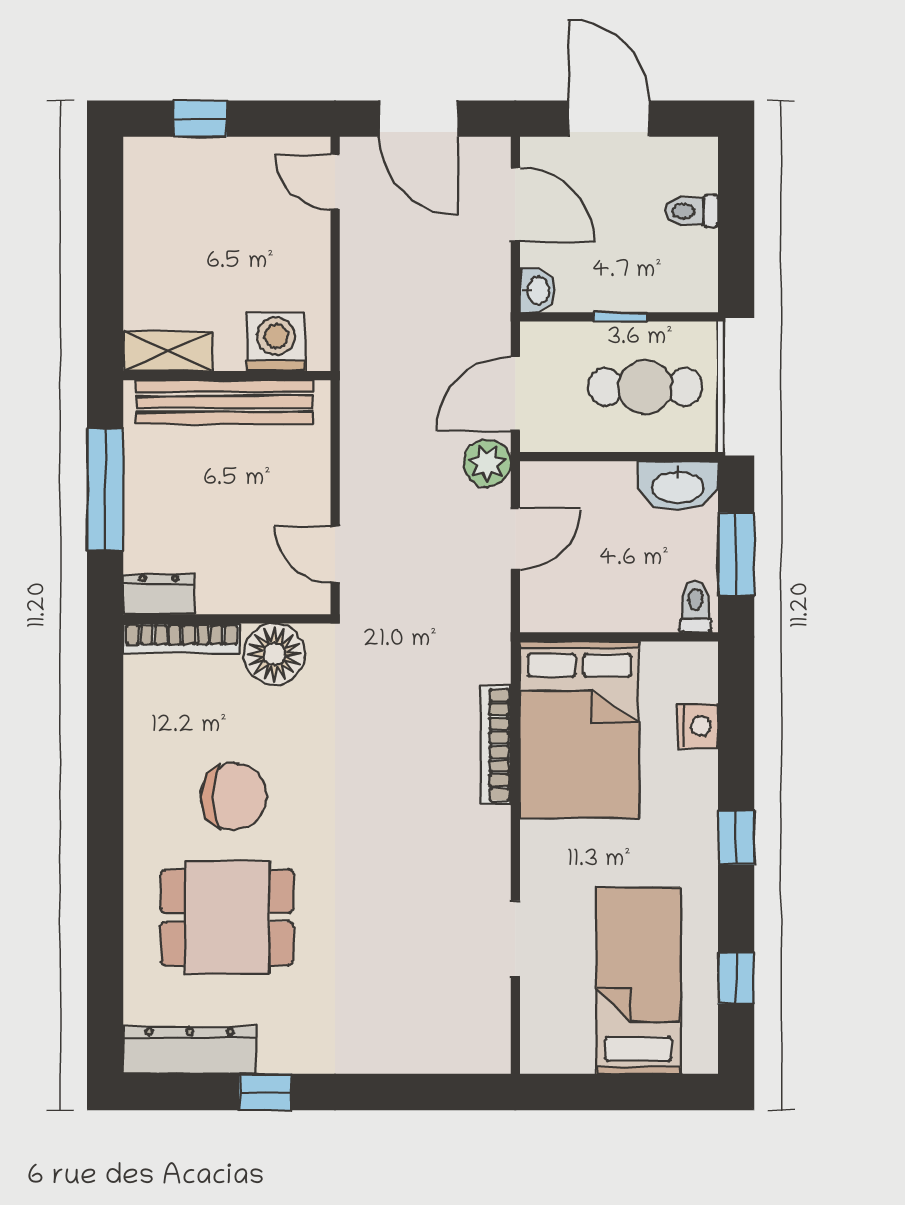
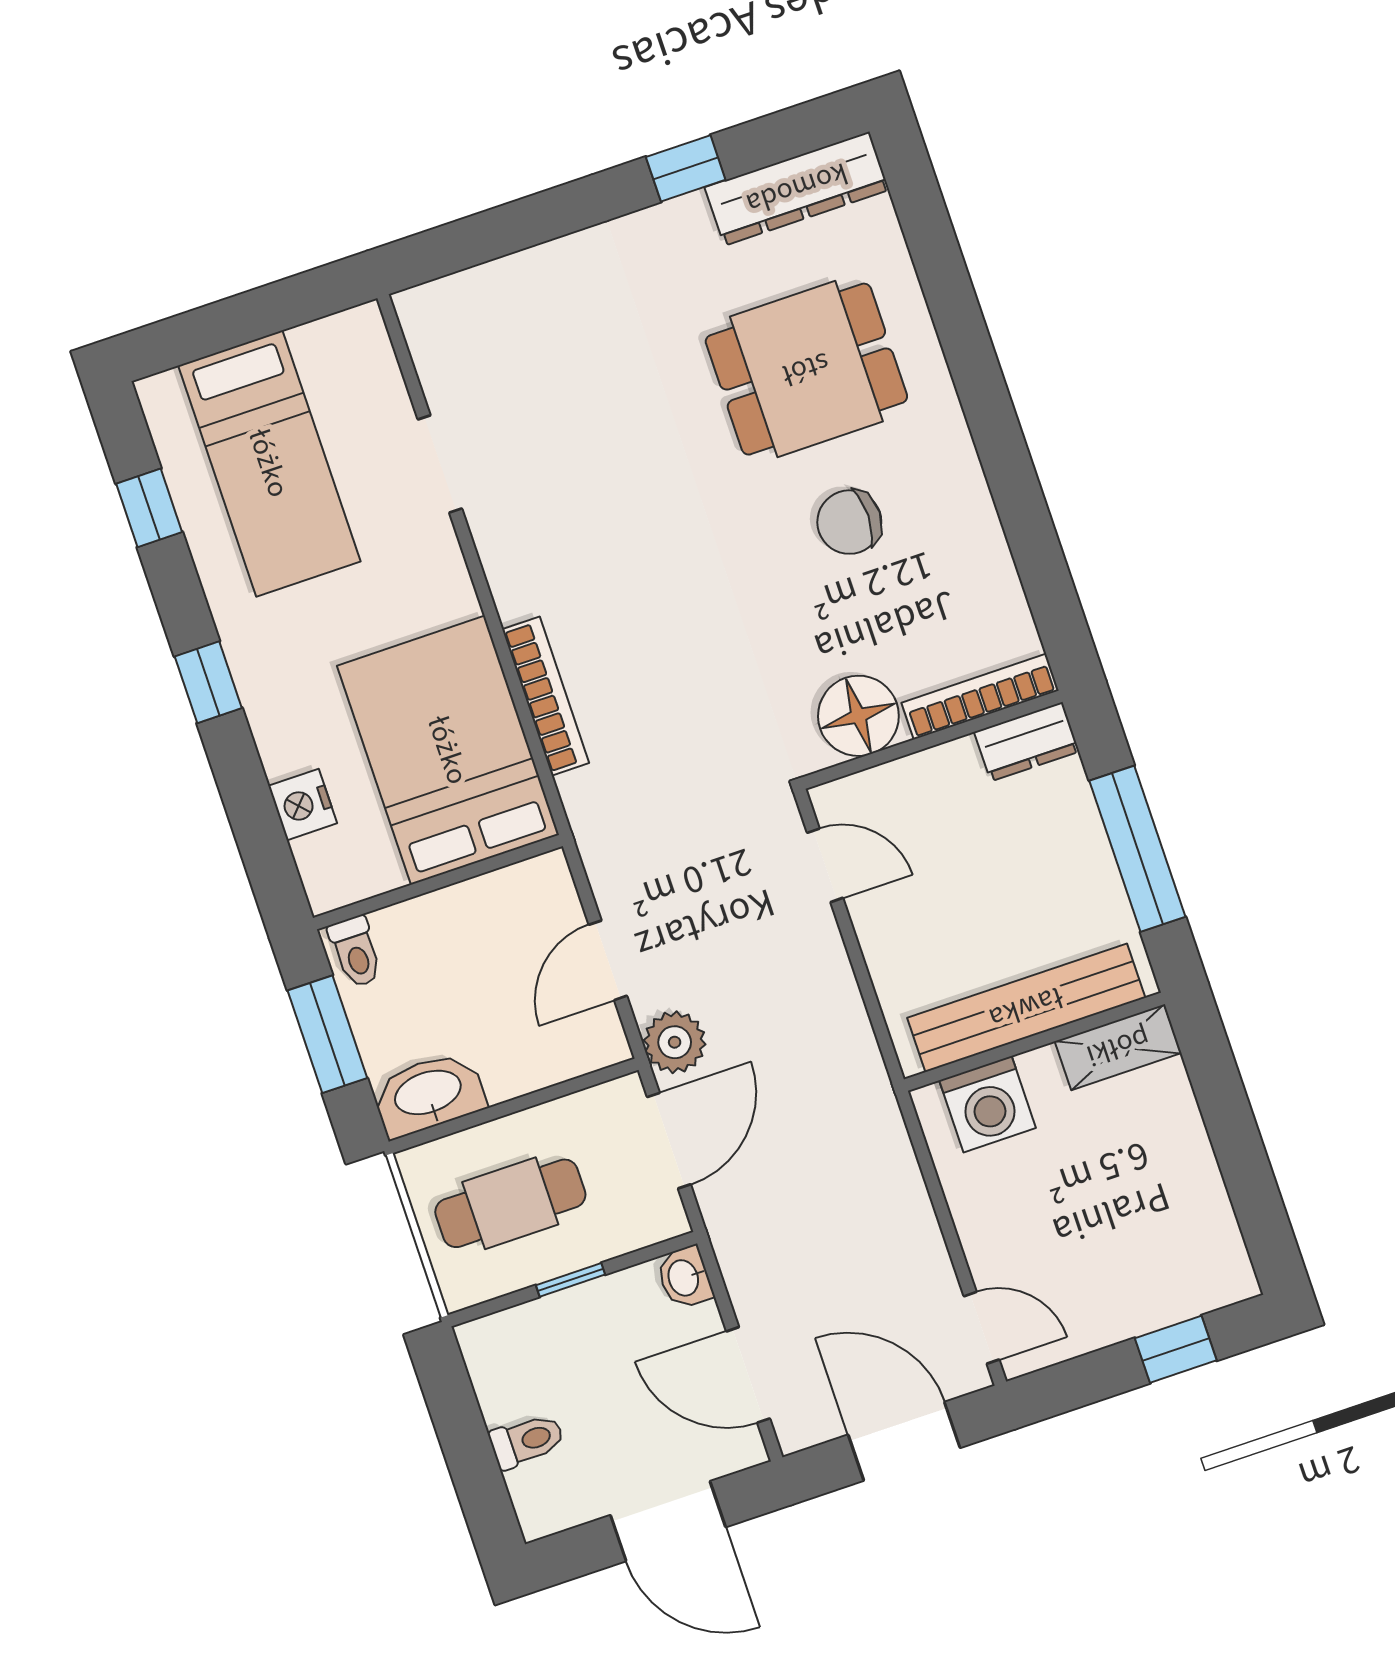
chair: (233, 796) -> (849, 522), width x0.73, depth x0.73

